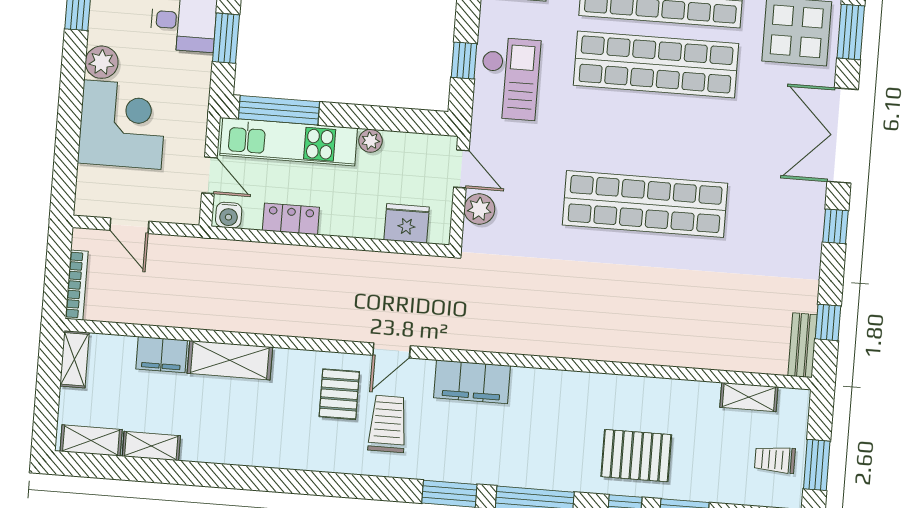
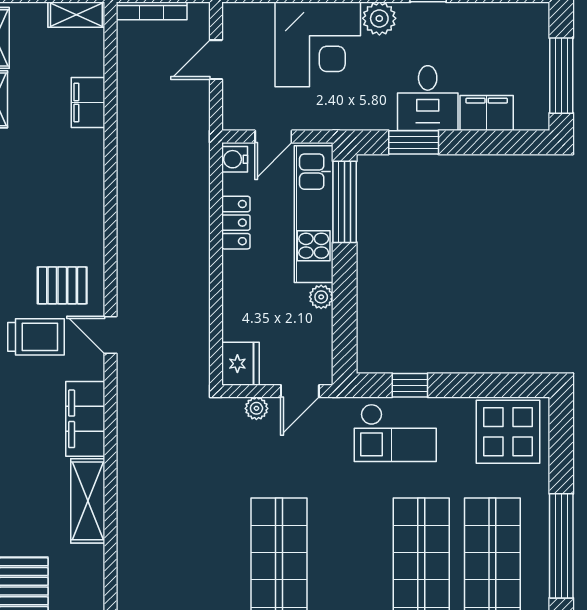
plant: (479, 209) -> (256, 408), width x0.73, depth x0.73
fridge: (407, 223) -> (240, 364), moved
shelving: (230, 360) -> (88, 501), moved

